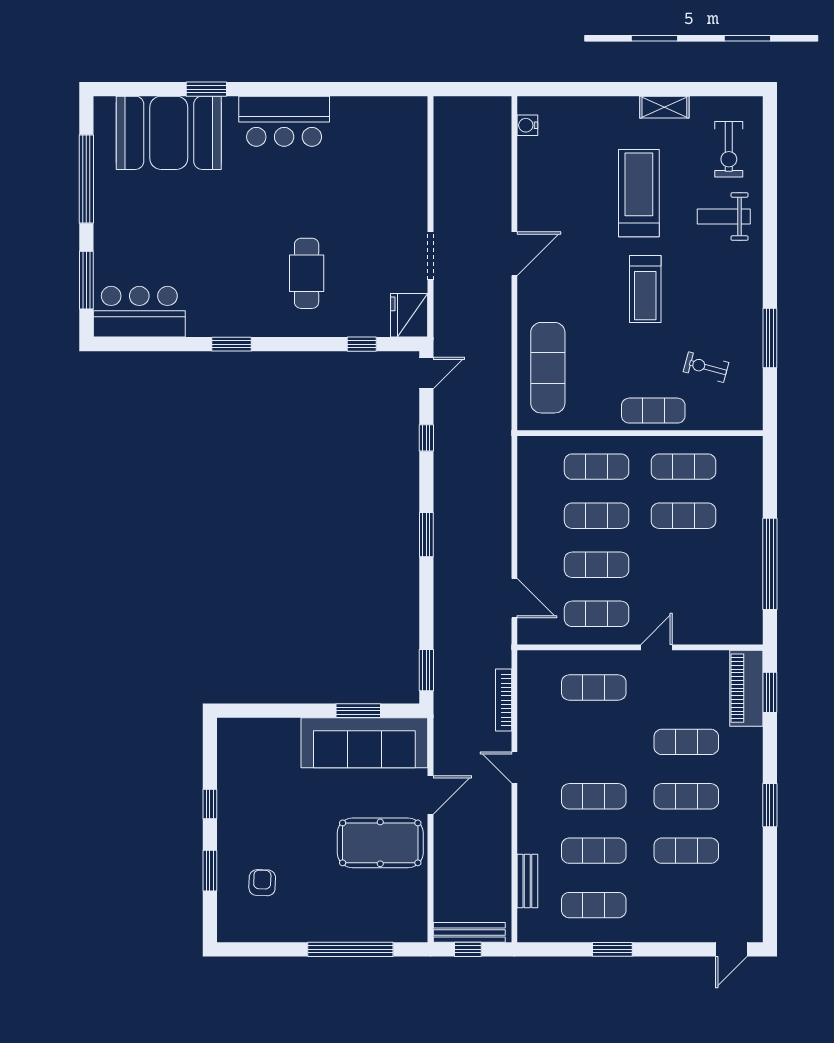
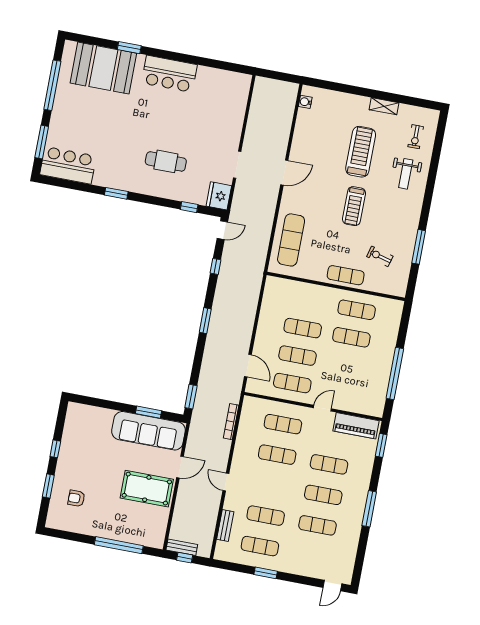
exercise bike: (729, 149) -> (416, 137), width x0.73, depth x0.72
weight bench: (724, 216) -> (406, 174), turned -90
cafe table: (307, 273) -> (166, 161), turned 90
exercise mat: (597, 467) -> (308, 301), removed
piano: (746, 688) -> (356, 426), moved, turned -90
door: (514, 768) -> (226, 482), moved
exercise mat: (594, 796) -> (277, 455), moved
window: (770, 805) -> (369, 509), width x1.44
armchair: (262, 883) -> (76, 498), turned -92
bench: (469, 932) -> (182, 547), width x0.73

